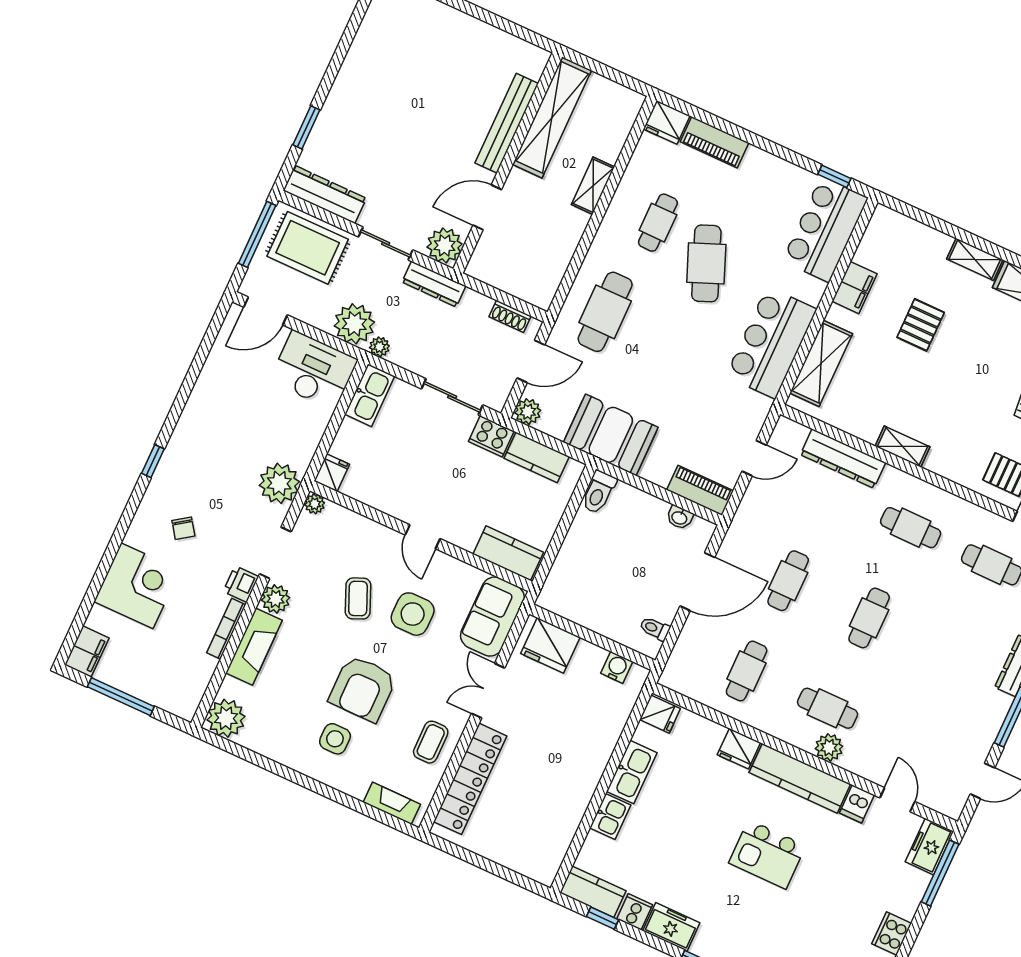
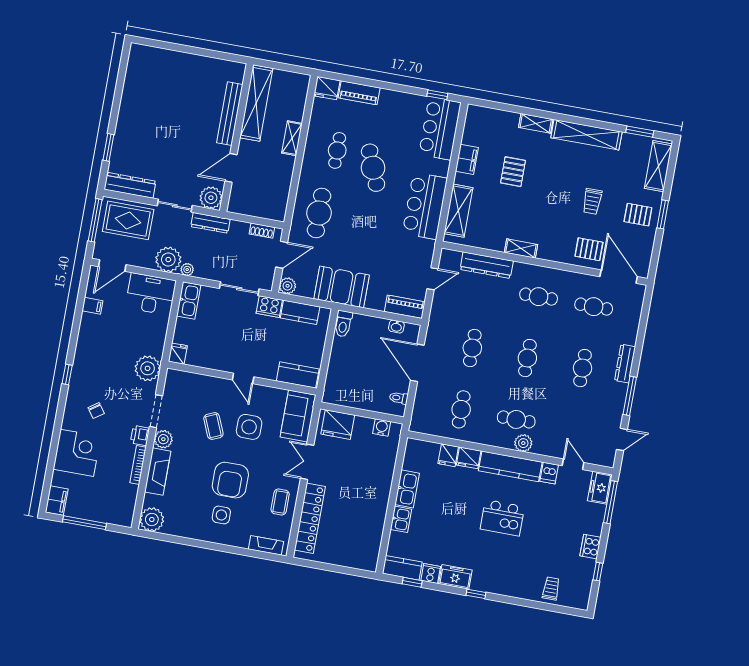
filing cabinet: (219, 365) -> (92, 306), added
plant: (315, 504) -> (172, 375), removed
door: (697, 582) -> (417, 363), swing flipped
cafe table: (950, 655) -> (582, 368), added
fridge: (660, 714) -> (448, 455), moved, turned 90

